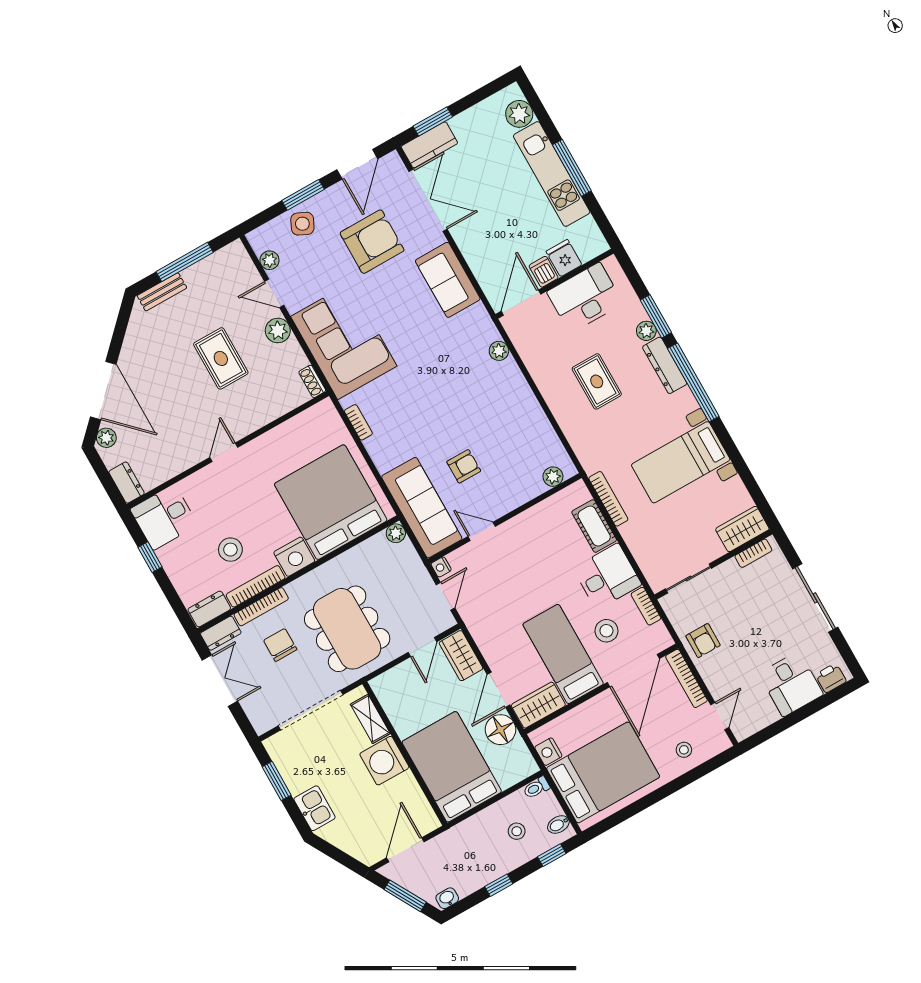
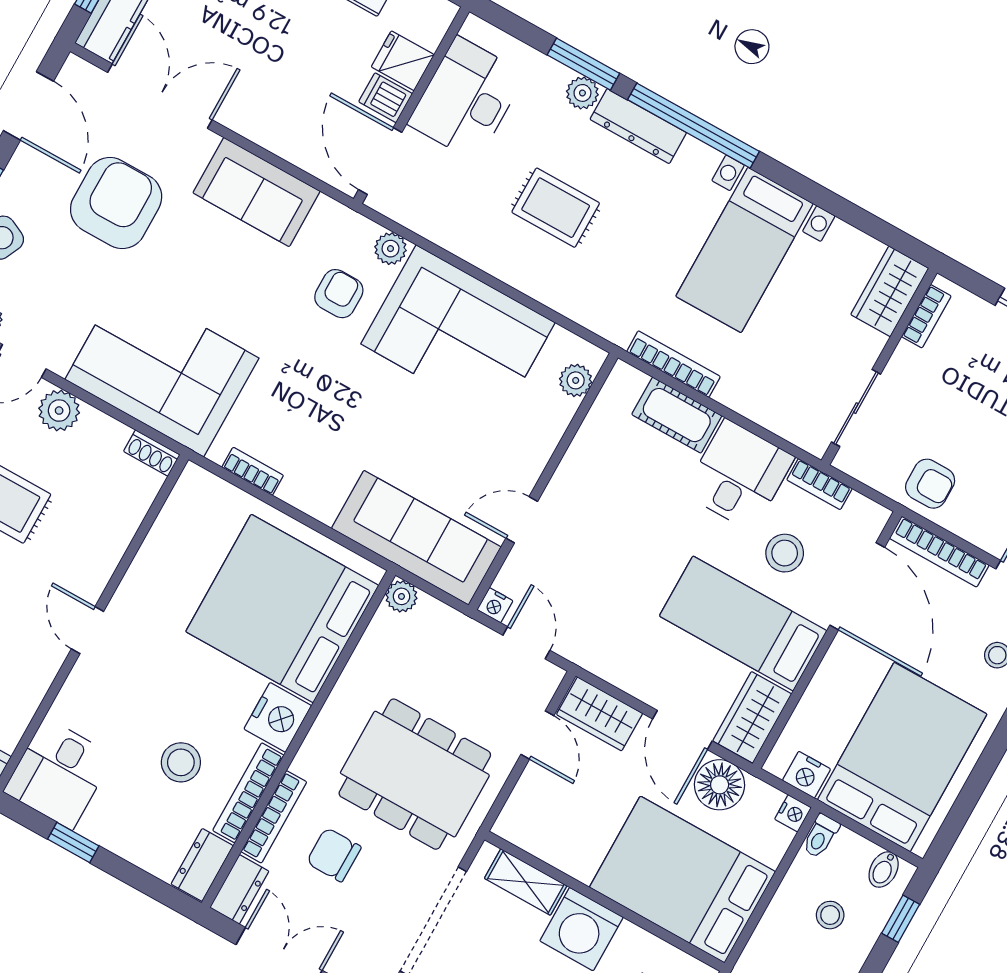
corner sofa: (507, 415) -> (458, 333), added
armchair: (464, 466) -> (339, 294), moved
nightstand: (529, 767) -> (793, 813), added

